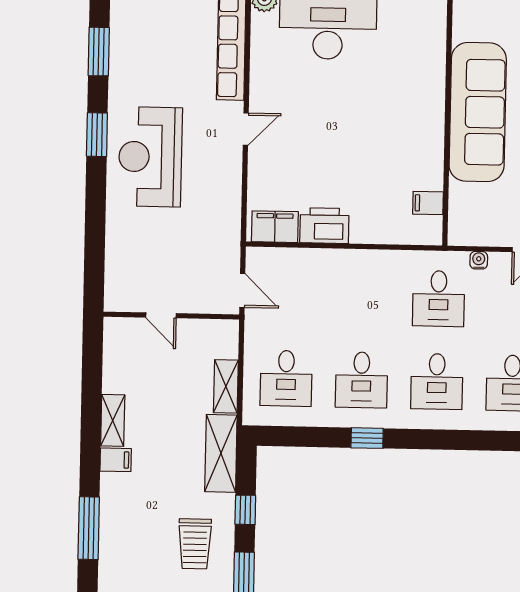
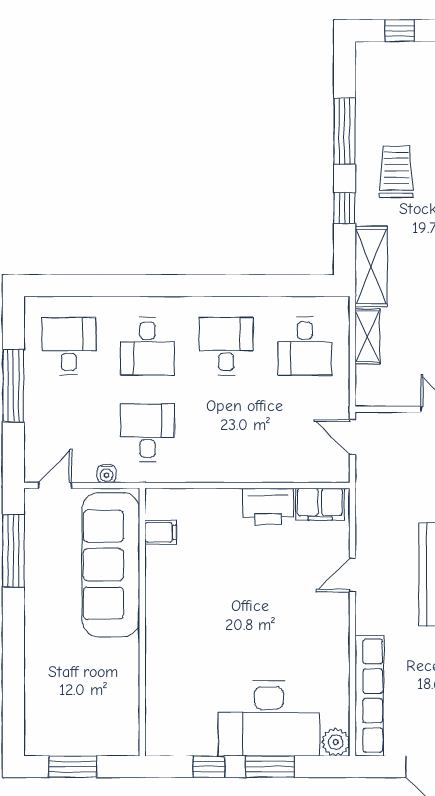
sofa: (478, 112) -> (111, 565), moved
door: (246, 129) -> (352, 575), moved
desk: (286, 378) -> (305, 346), turned 180
desk: (437, 381) -> (147, 346), turned 180
window: (367, 438) -> (219, 286), removed

